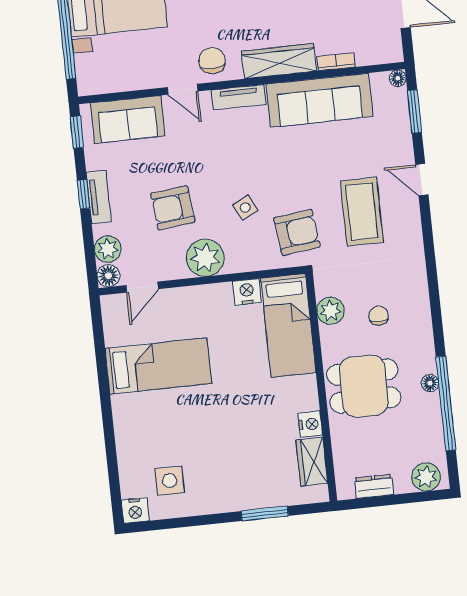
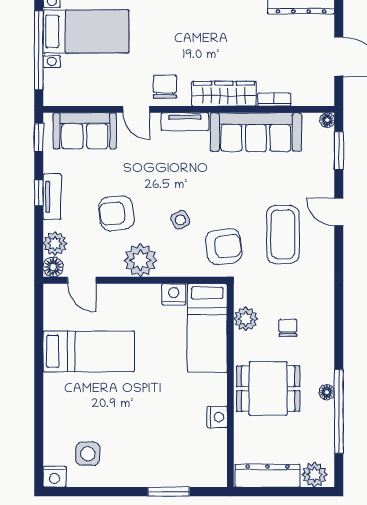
door: (142, 287) -> (82, 280), hinge flipped
wardrobe: (312, 462) -> (215, 450), removed
dresser: (374, 486) -> (268, 476), width x1.96, depth x1.24

